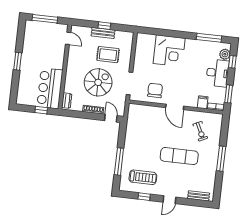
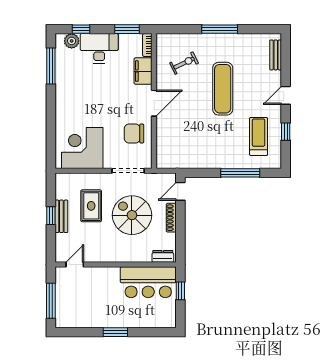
corner desk: (169, 51) -> (82, 148), moved, turned -90
filing cabinet: (203, 102) -> (143, 71), width x2.00
door: (169, 200) -> (286, 95), swing flipped

